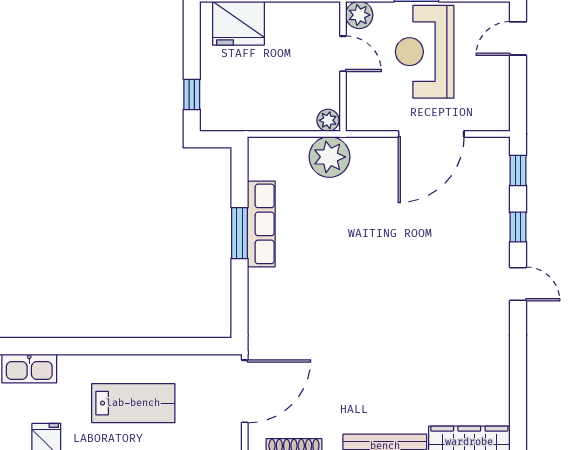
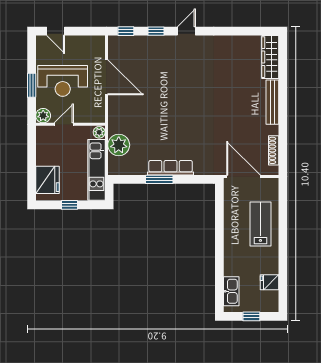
window: (192, 94) -> (70, 205), moved
kitchen unit: (257, 115) -> (96, 170), added
plant: (329, 157) -> (119, 145), moved
row of seats: (261, 224) -> (171, 168), moved
lab bench: (133, 403) -> (260, 224), moved

